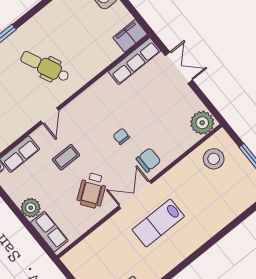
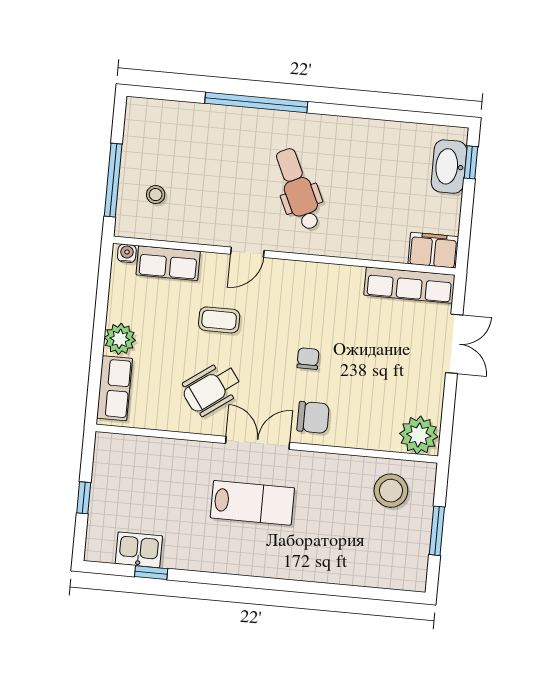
lab bench: (158, 223) -> (252, 503), turned 180

